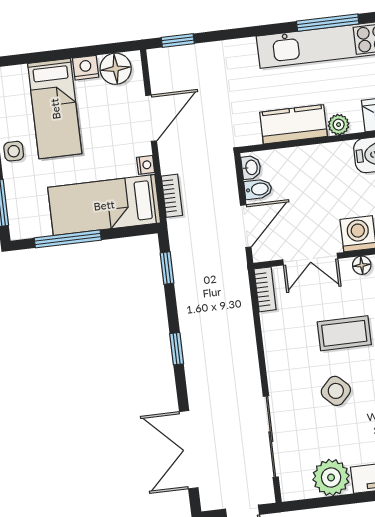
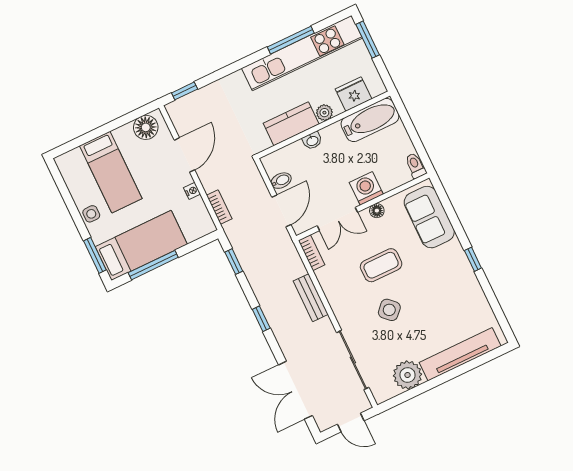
nightstand: (86, 68) -> (123, 134), removed
washbasin: (251, 167) -> (312, 141), moved, turned 90
bed: (104, 205) -> (141, 245), moved, turned 180
bench: (246, 344) -> (311, 298), added

